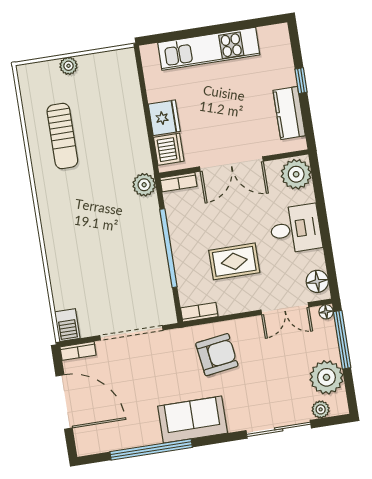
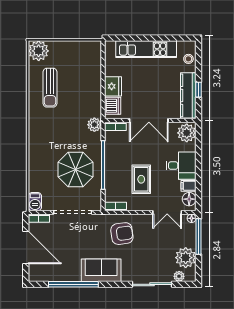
stool: (280, 54) -> (188, 59), added
plant: (69, 66) -> (39, 51), moved, width x1.88, depth x1.88
window: (301, 81) -> (199, 90), moved
kitchen counter: (289, 113) -> (188, 95), width x1.50
filing cabinet: (313, 260) -> (189, 186), added
rug: (234, 261) -> (141, 179), turned 90
parasol: (125, 262) -> (76, 169), added

